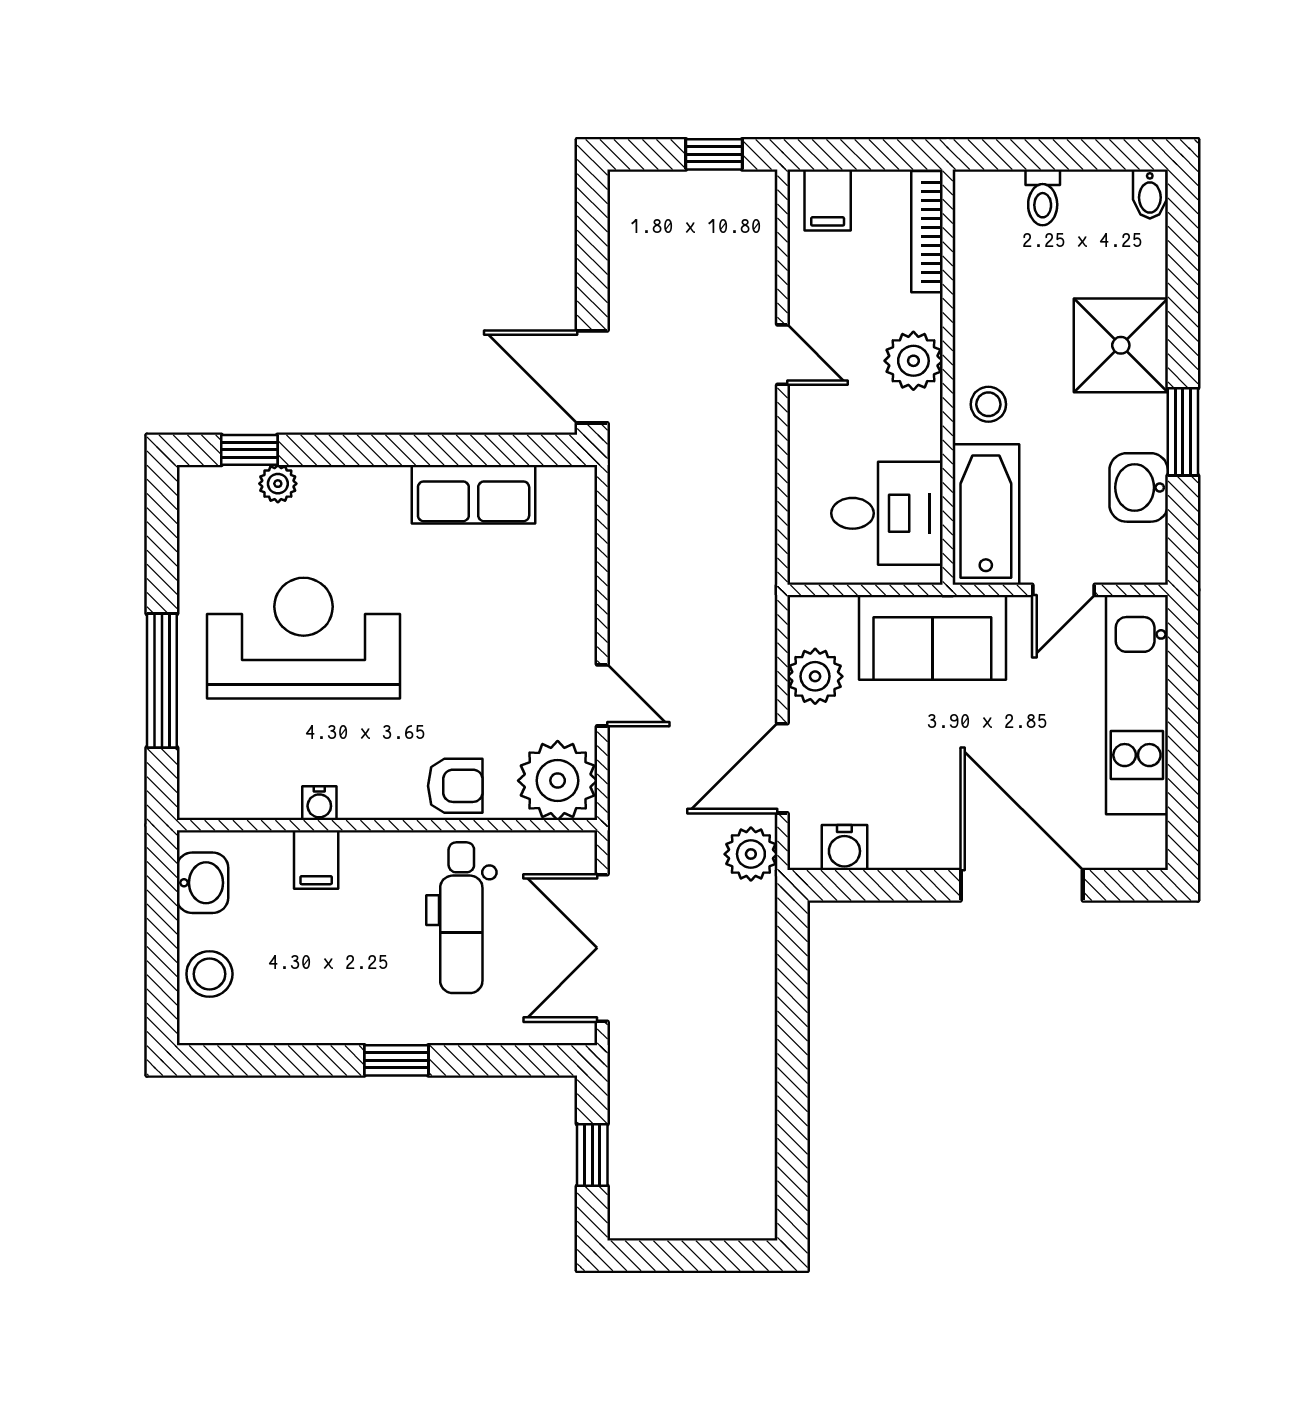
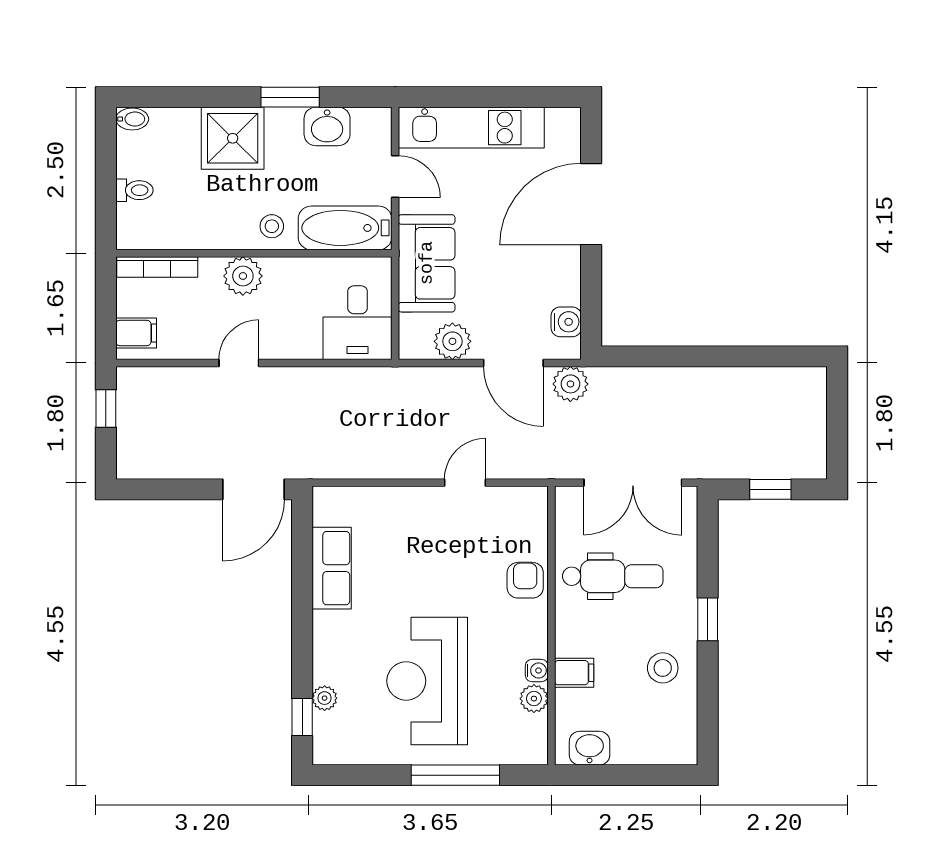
desk: (887, 513) -> (358, 323), moved, turned 180
plant: (558, 781) -> (534, 699), moved, width x0.53, depth x0.53
stool: (209, 974) -> (663, 668), moved

